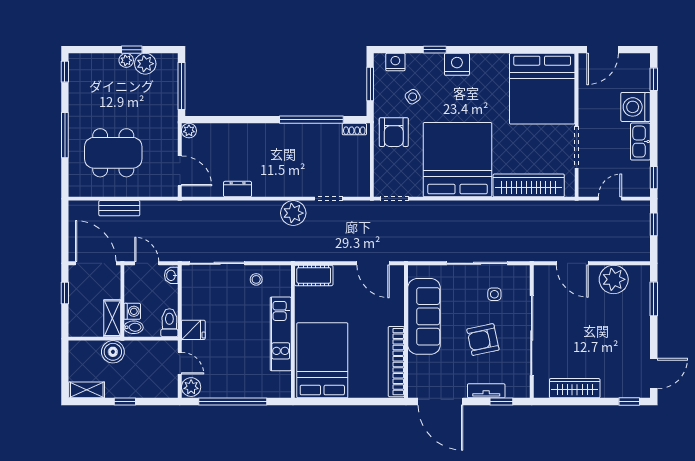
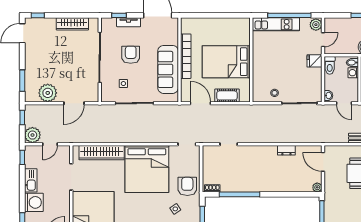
plant: (293, 213) -> (32, 135), moved
window: (654, 224) -> (22, 117), moved
door: (572, 263) -> (74, 103), swing flipped
cot: (314, 275) -> (227, 95), moved
kitchen unit: (281, 334) -> (276, 24), moved, turned 90
armchair: (483, 340) -> (131, 55), turned -78
bed: (322, 360) -> (226, 62), moved, turned 90
bookcase: (396, 362) -> (186, 56), moved
door: (180, 363) -> (323, 40), swing flipped

